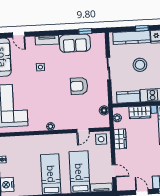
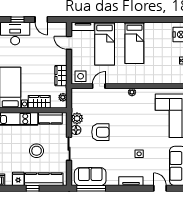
window: (85, 31) -> (91, 188), width x2.17
sofa: (75, 43) -> (90, 177), moved
plant: (102, 98) -> (77, 118), added
floor lamp: (104, 110) -> (76, 130), moved

